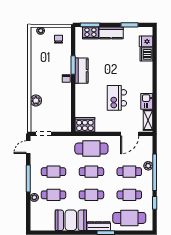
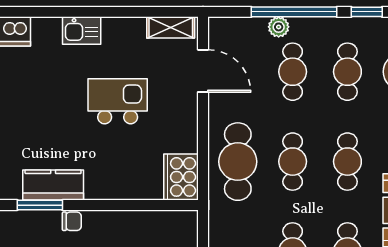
kitchen island: (117, 98) -> (118, 101), turned 180
kitchen sink: (147, 101) -> (82, 30), moved

